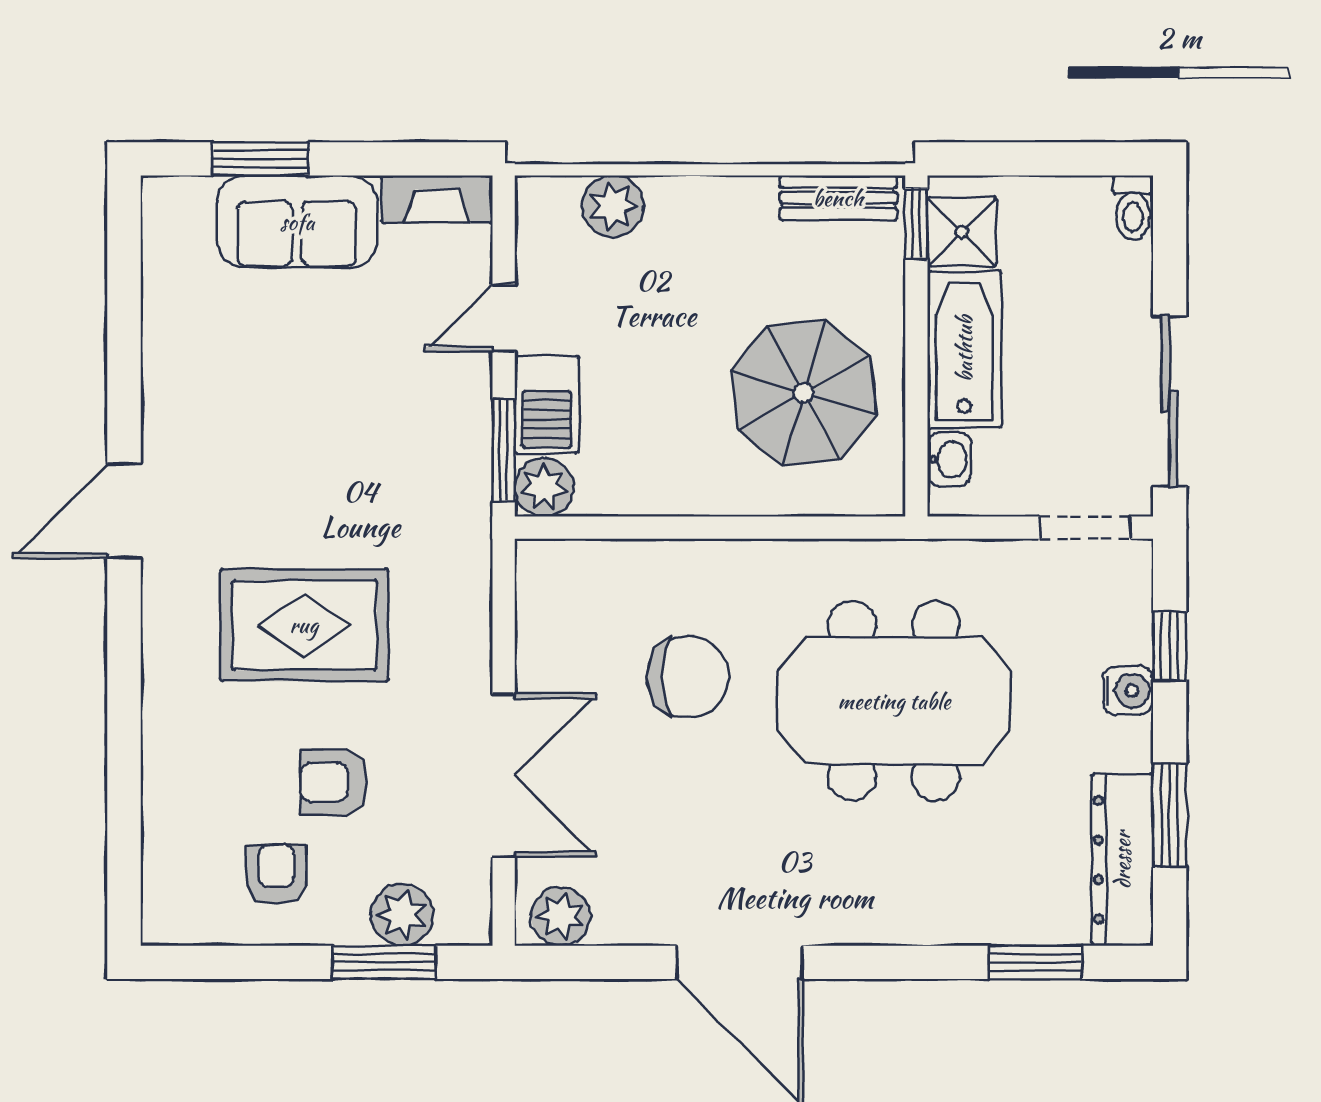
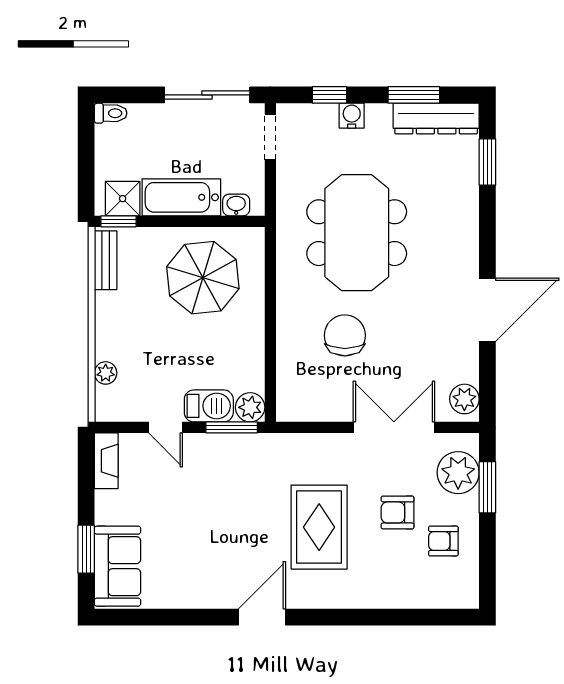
plant: (613, 206) -> (106, 373), width x0.73, depth x0.73
sofa: (297, 222) -> (118, 566), moved
door: (124, 511) -> (262, 617), swing flipped
armchair: (333, 782) -> (397, 512), turned 90
plant: (402, 915) -> (458, 473), width x1.36, depth x1.36

